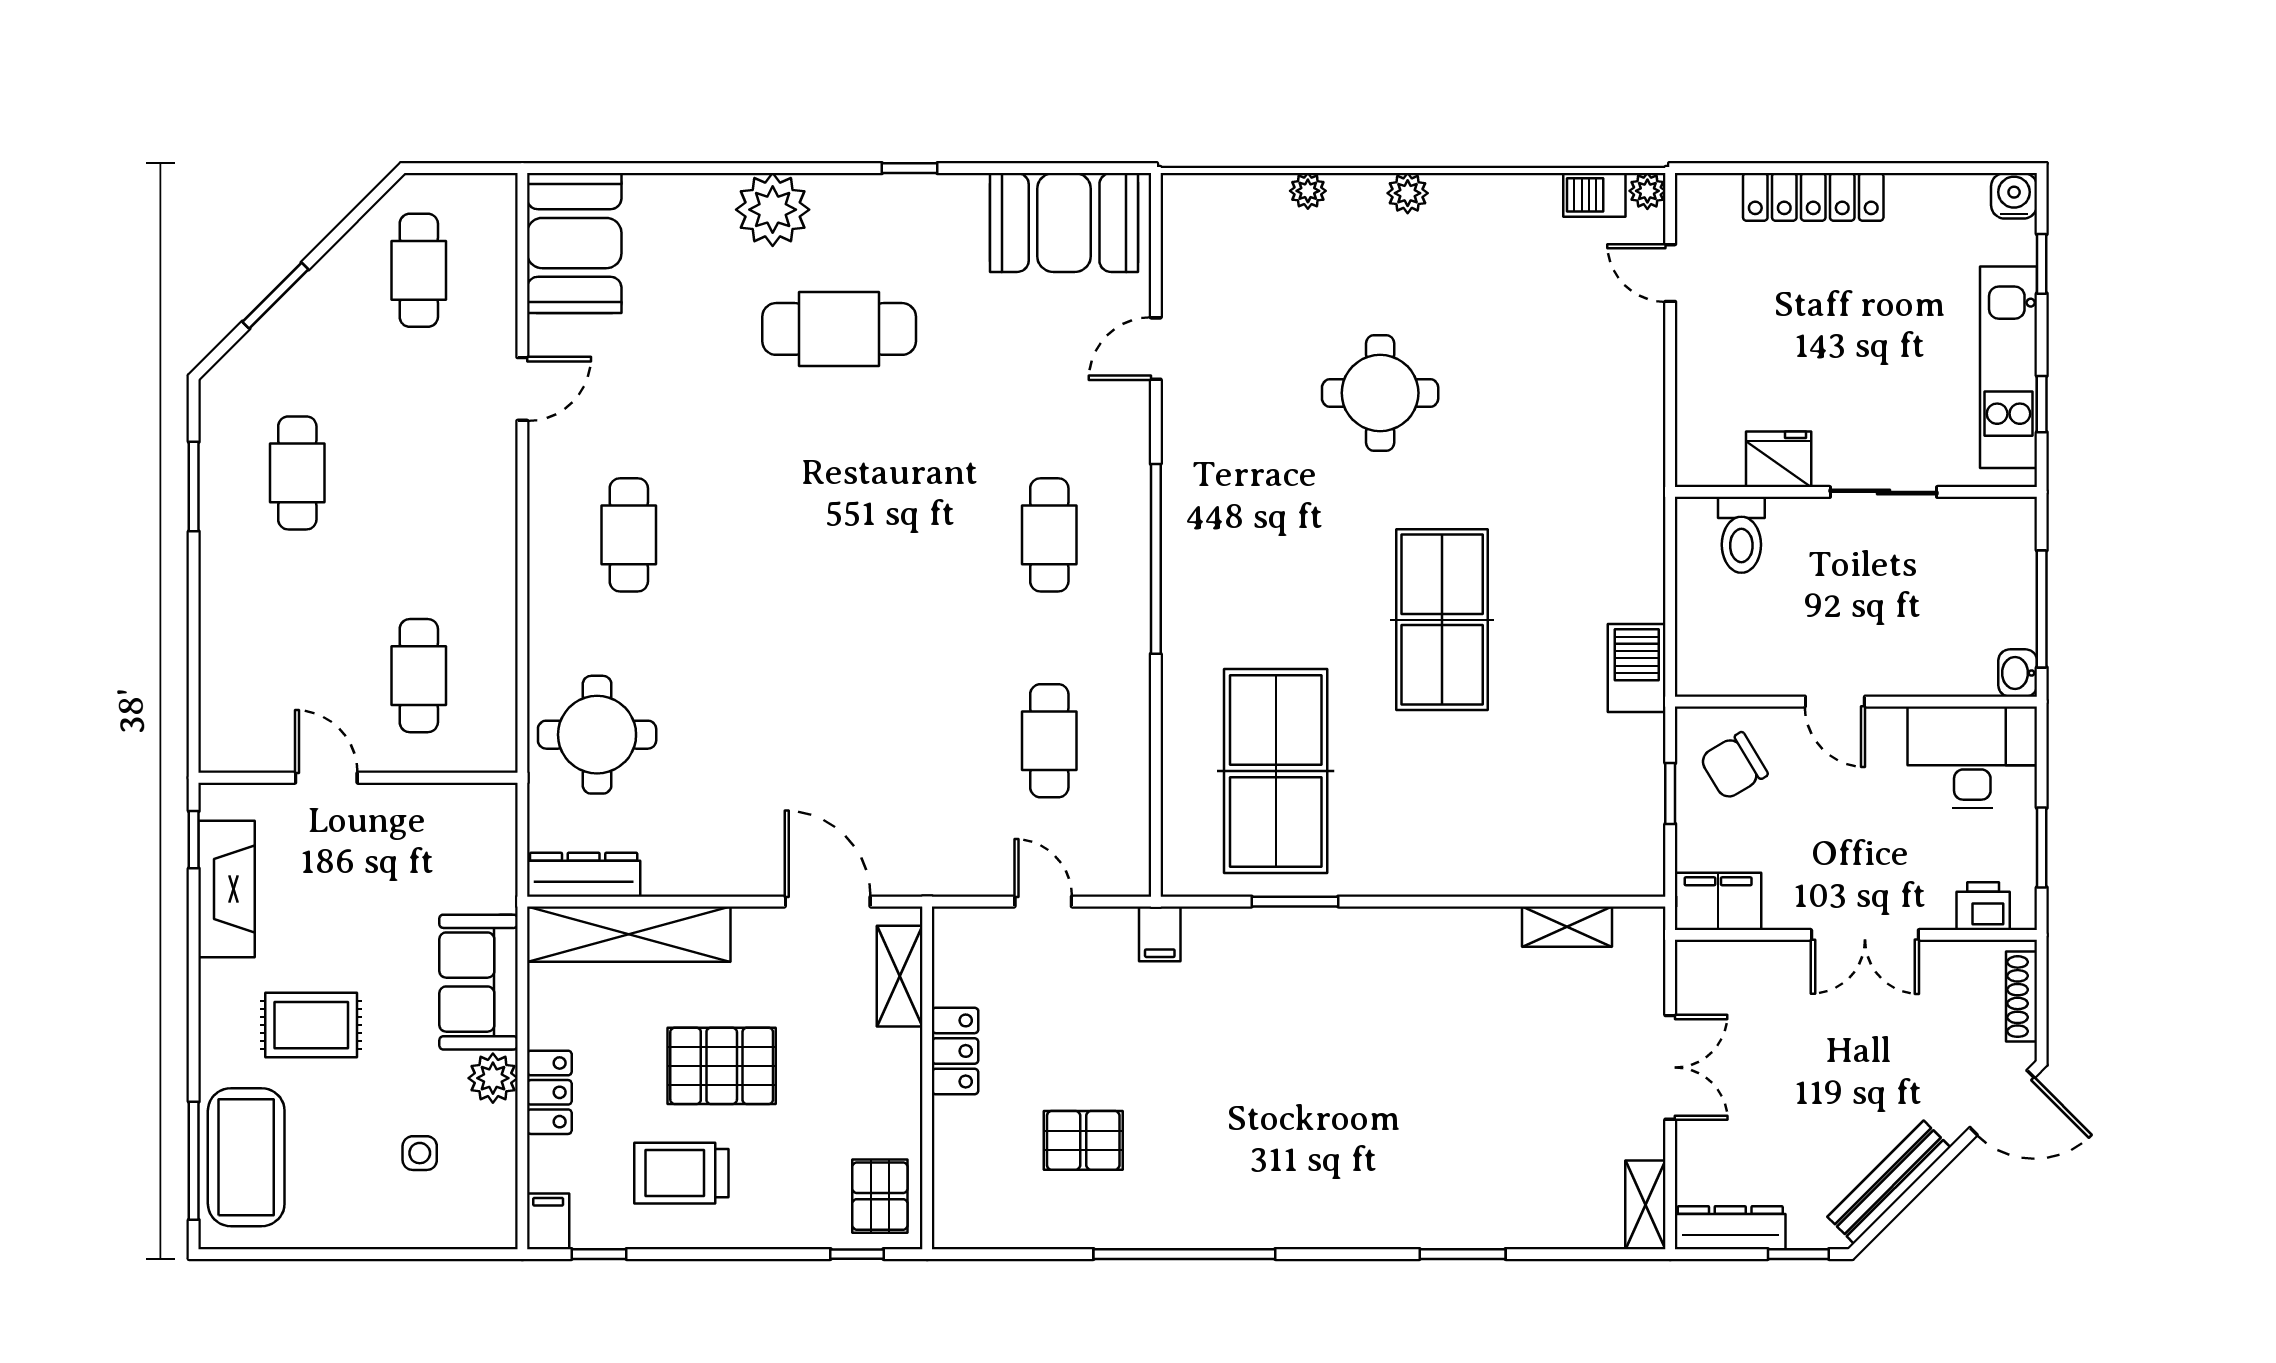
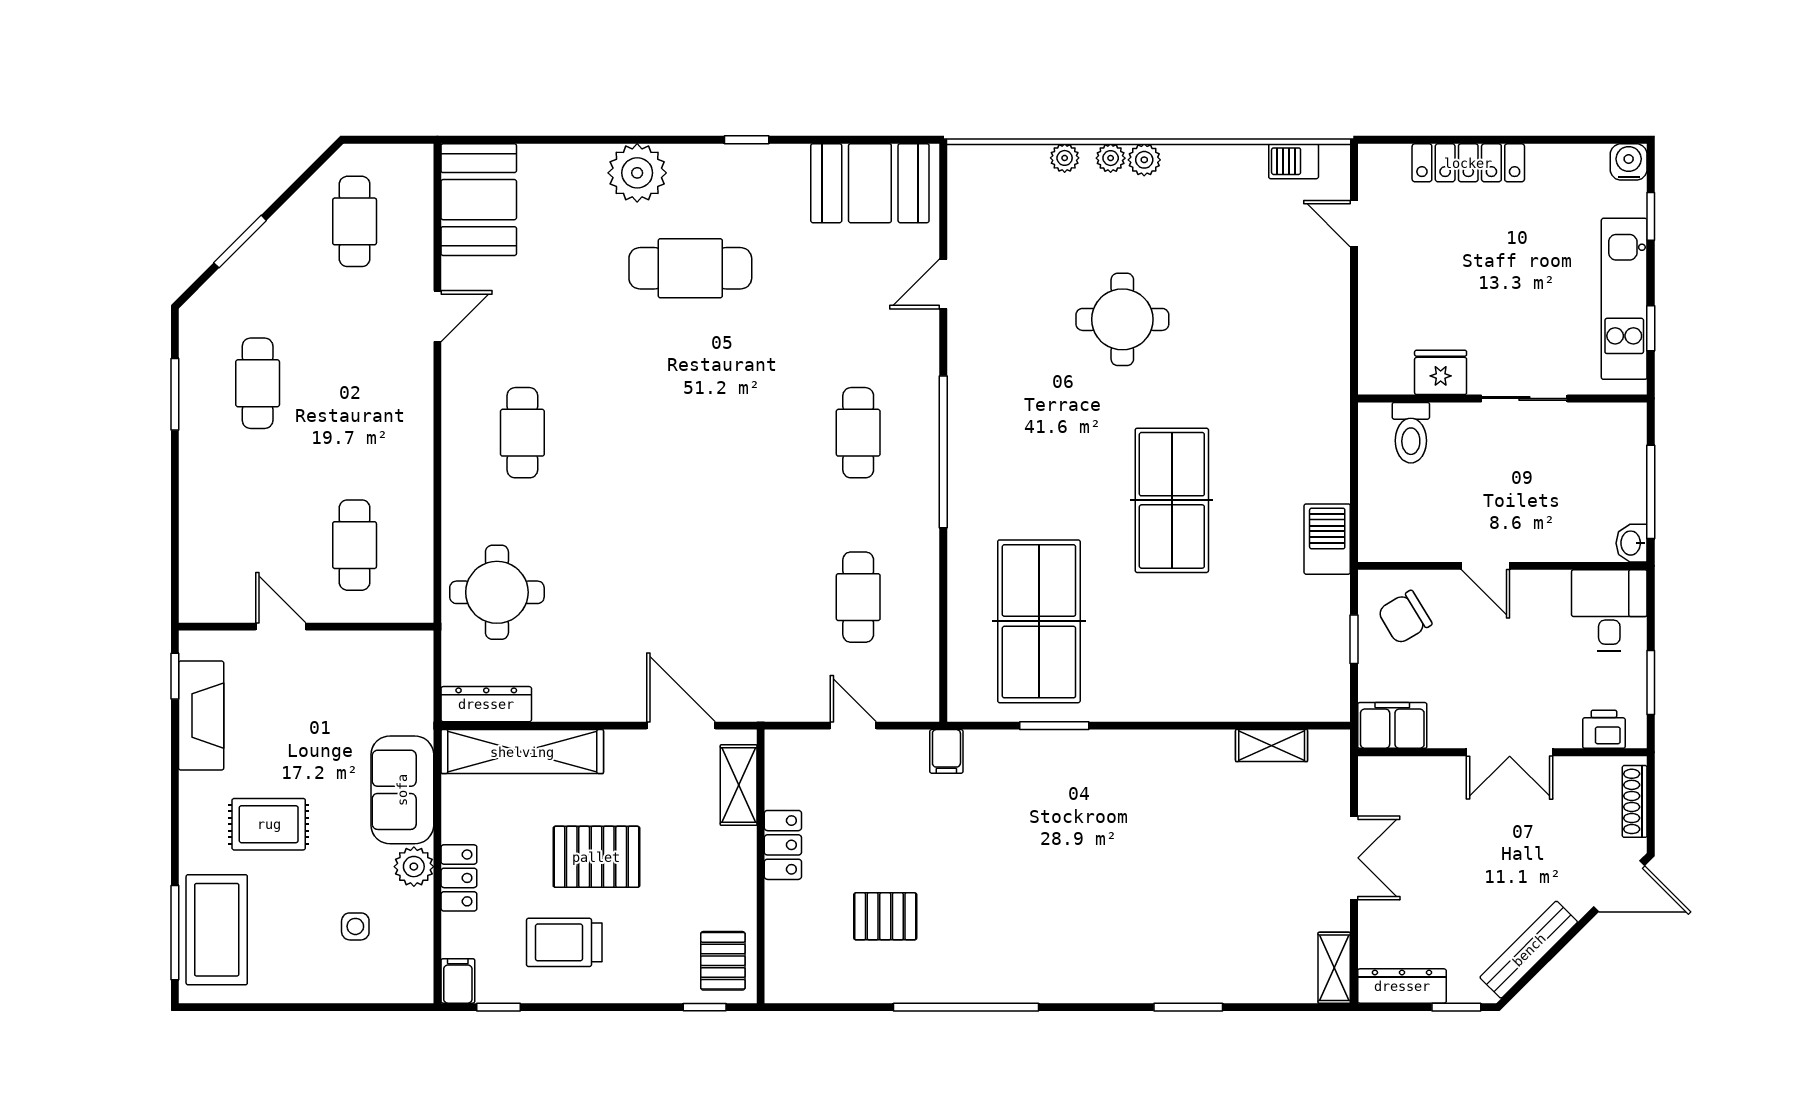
plant: (1647, 191) -> (1111, 158), moved
desk: (1972, 757) -> (1609, 610), width x0.73

